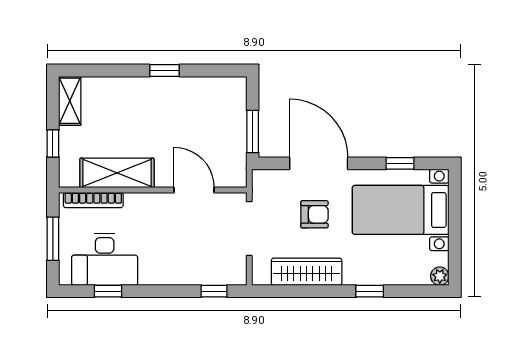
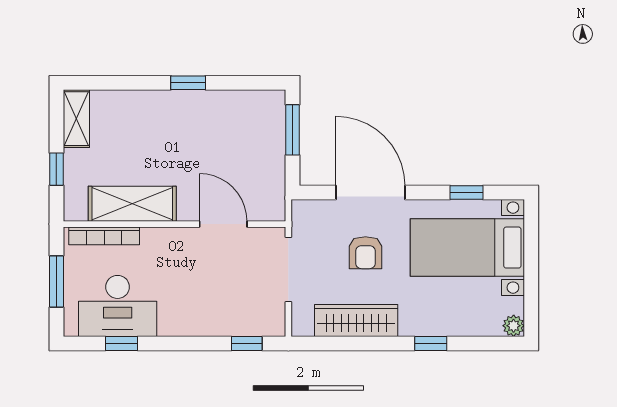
window: (253, 132) -> (292, 130), moved
armchair: (314, 214) -> (365, 253), turned 90

